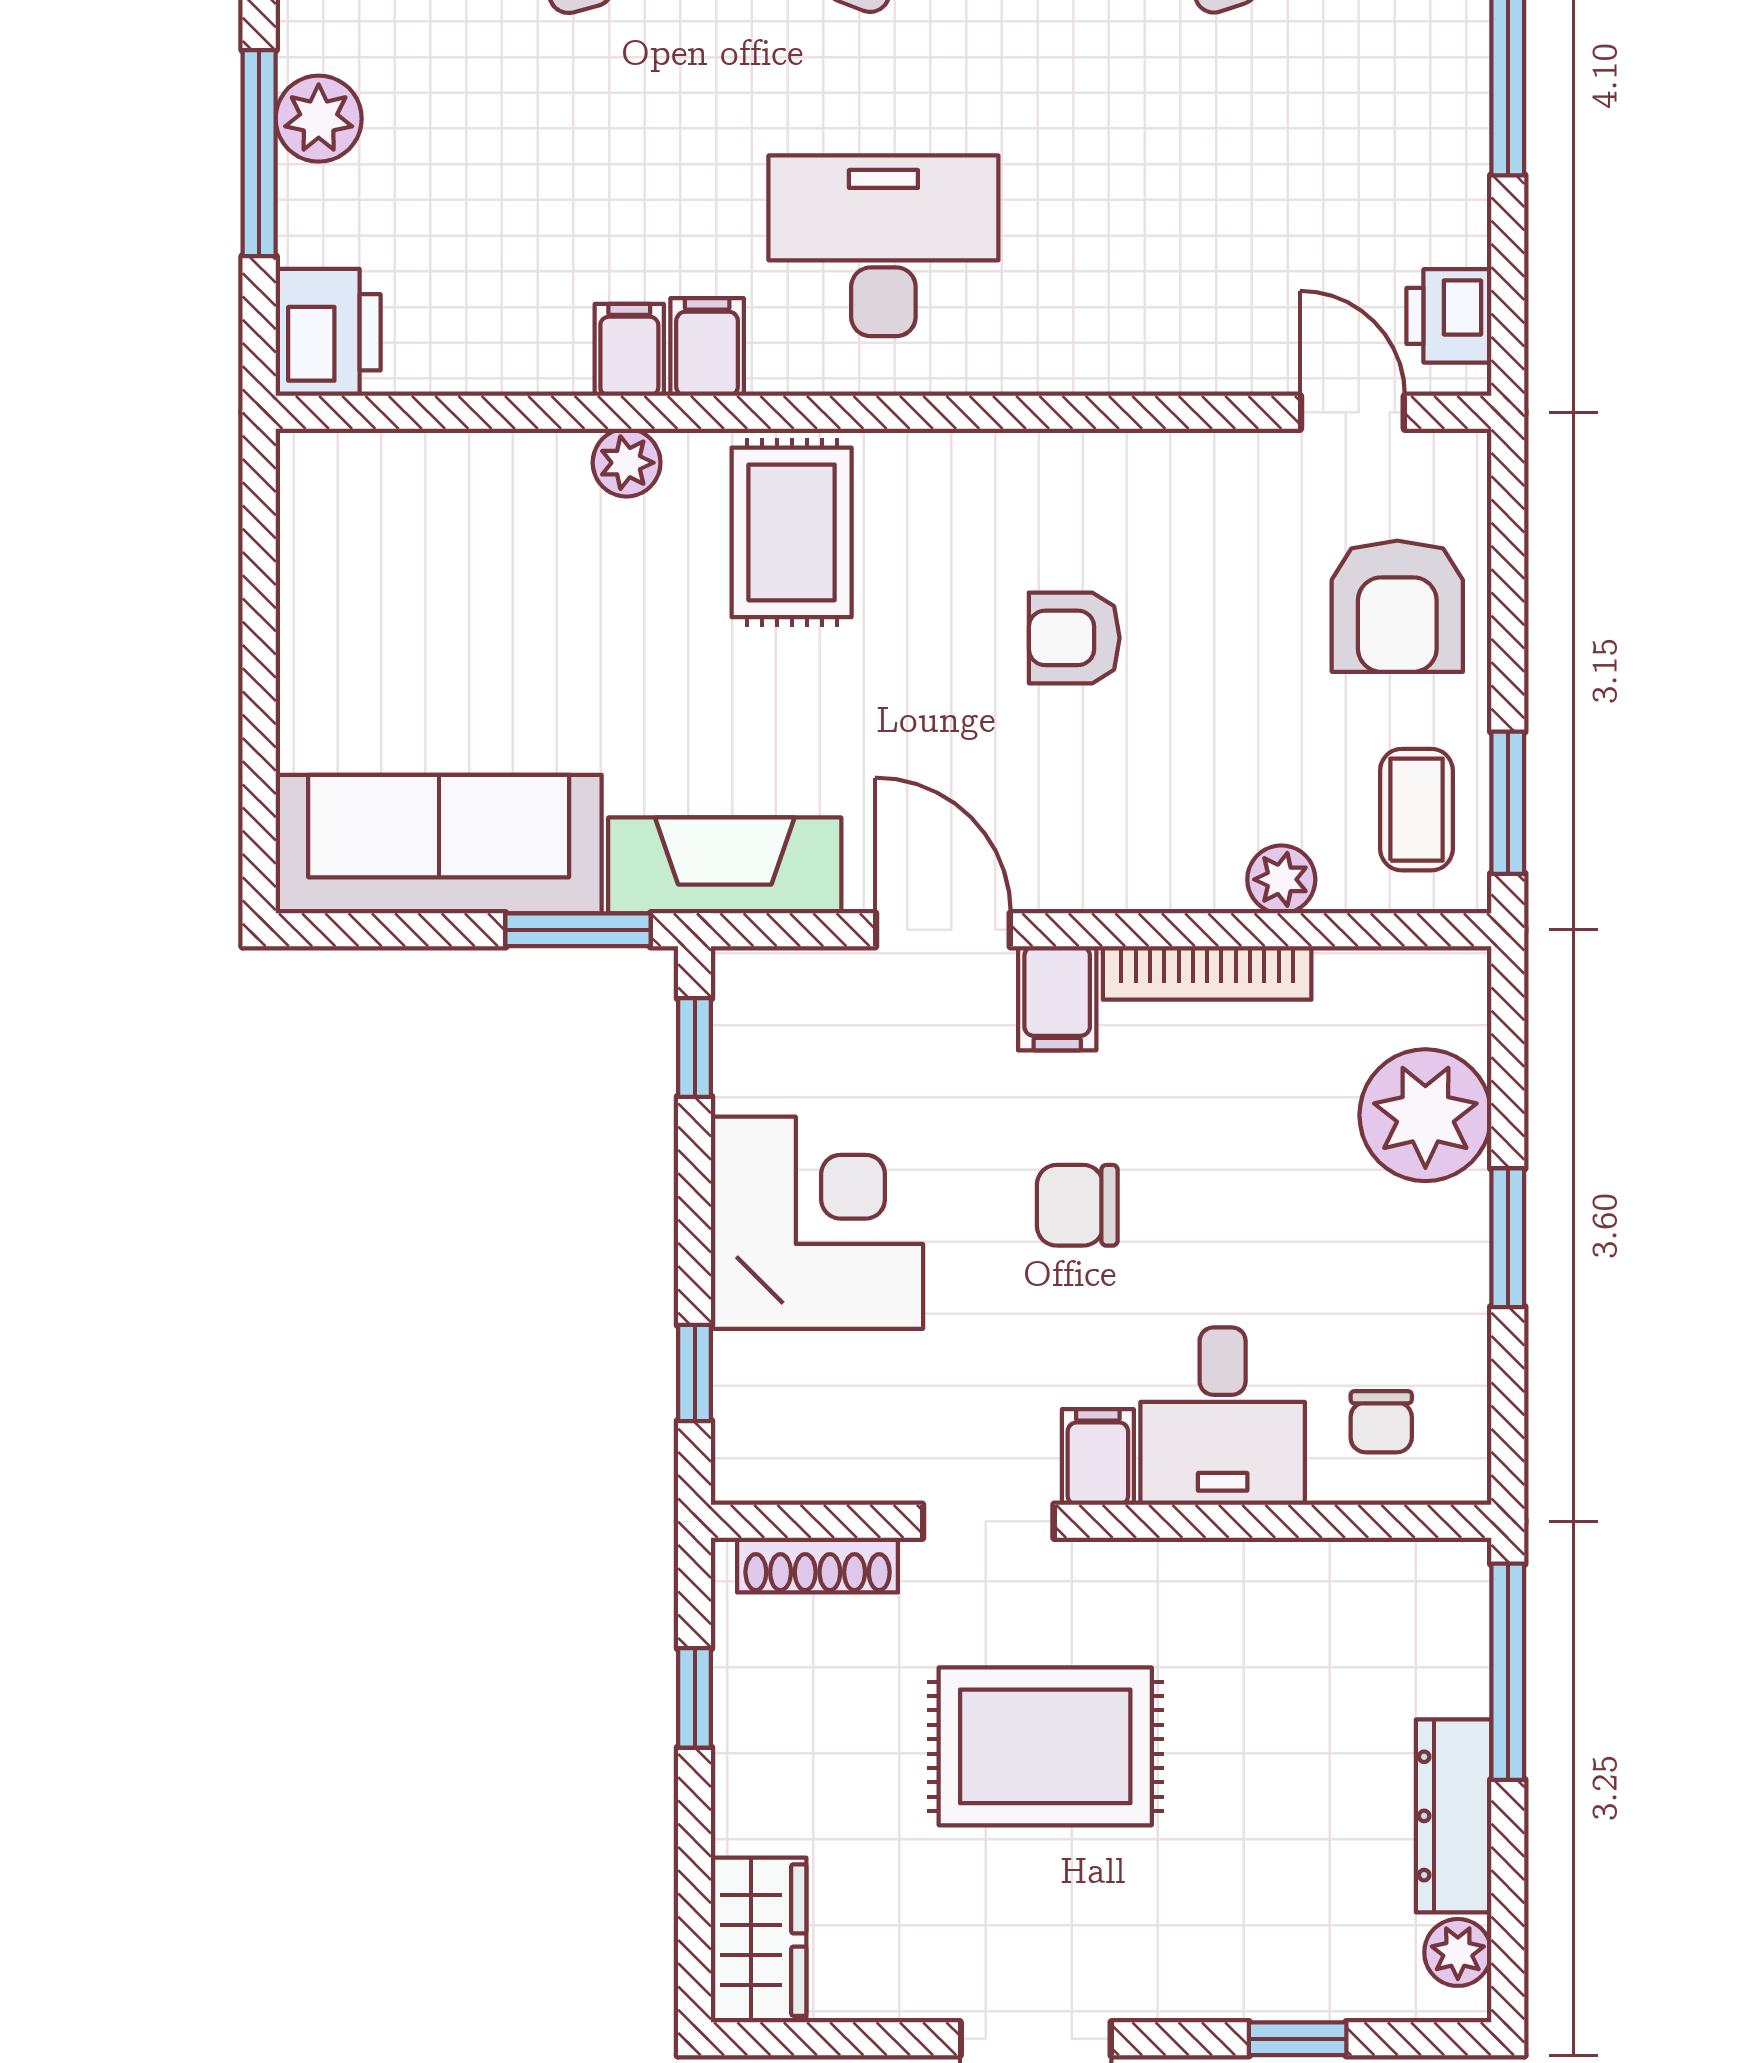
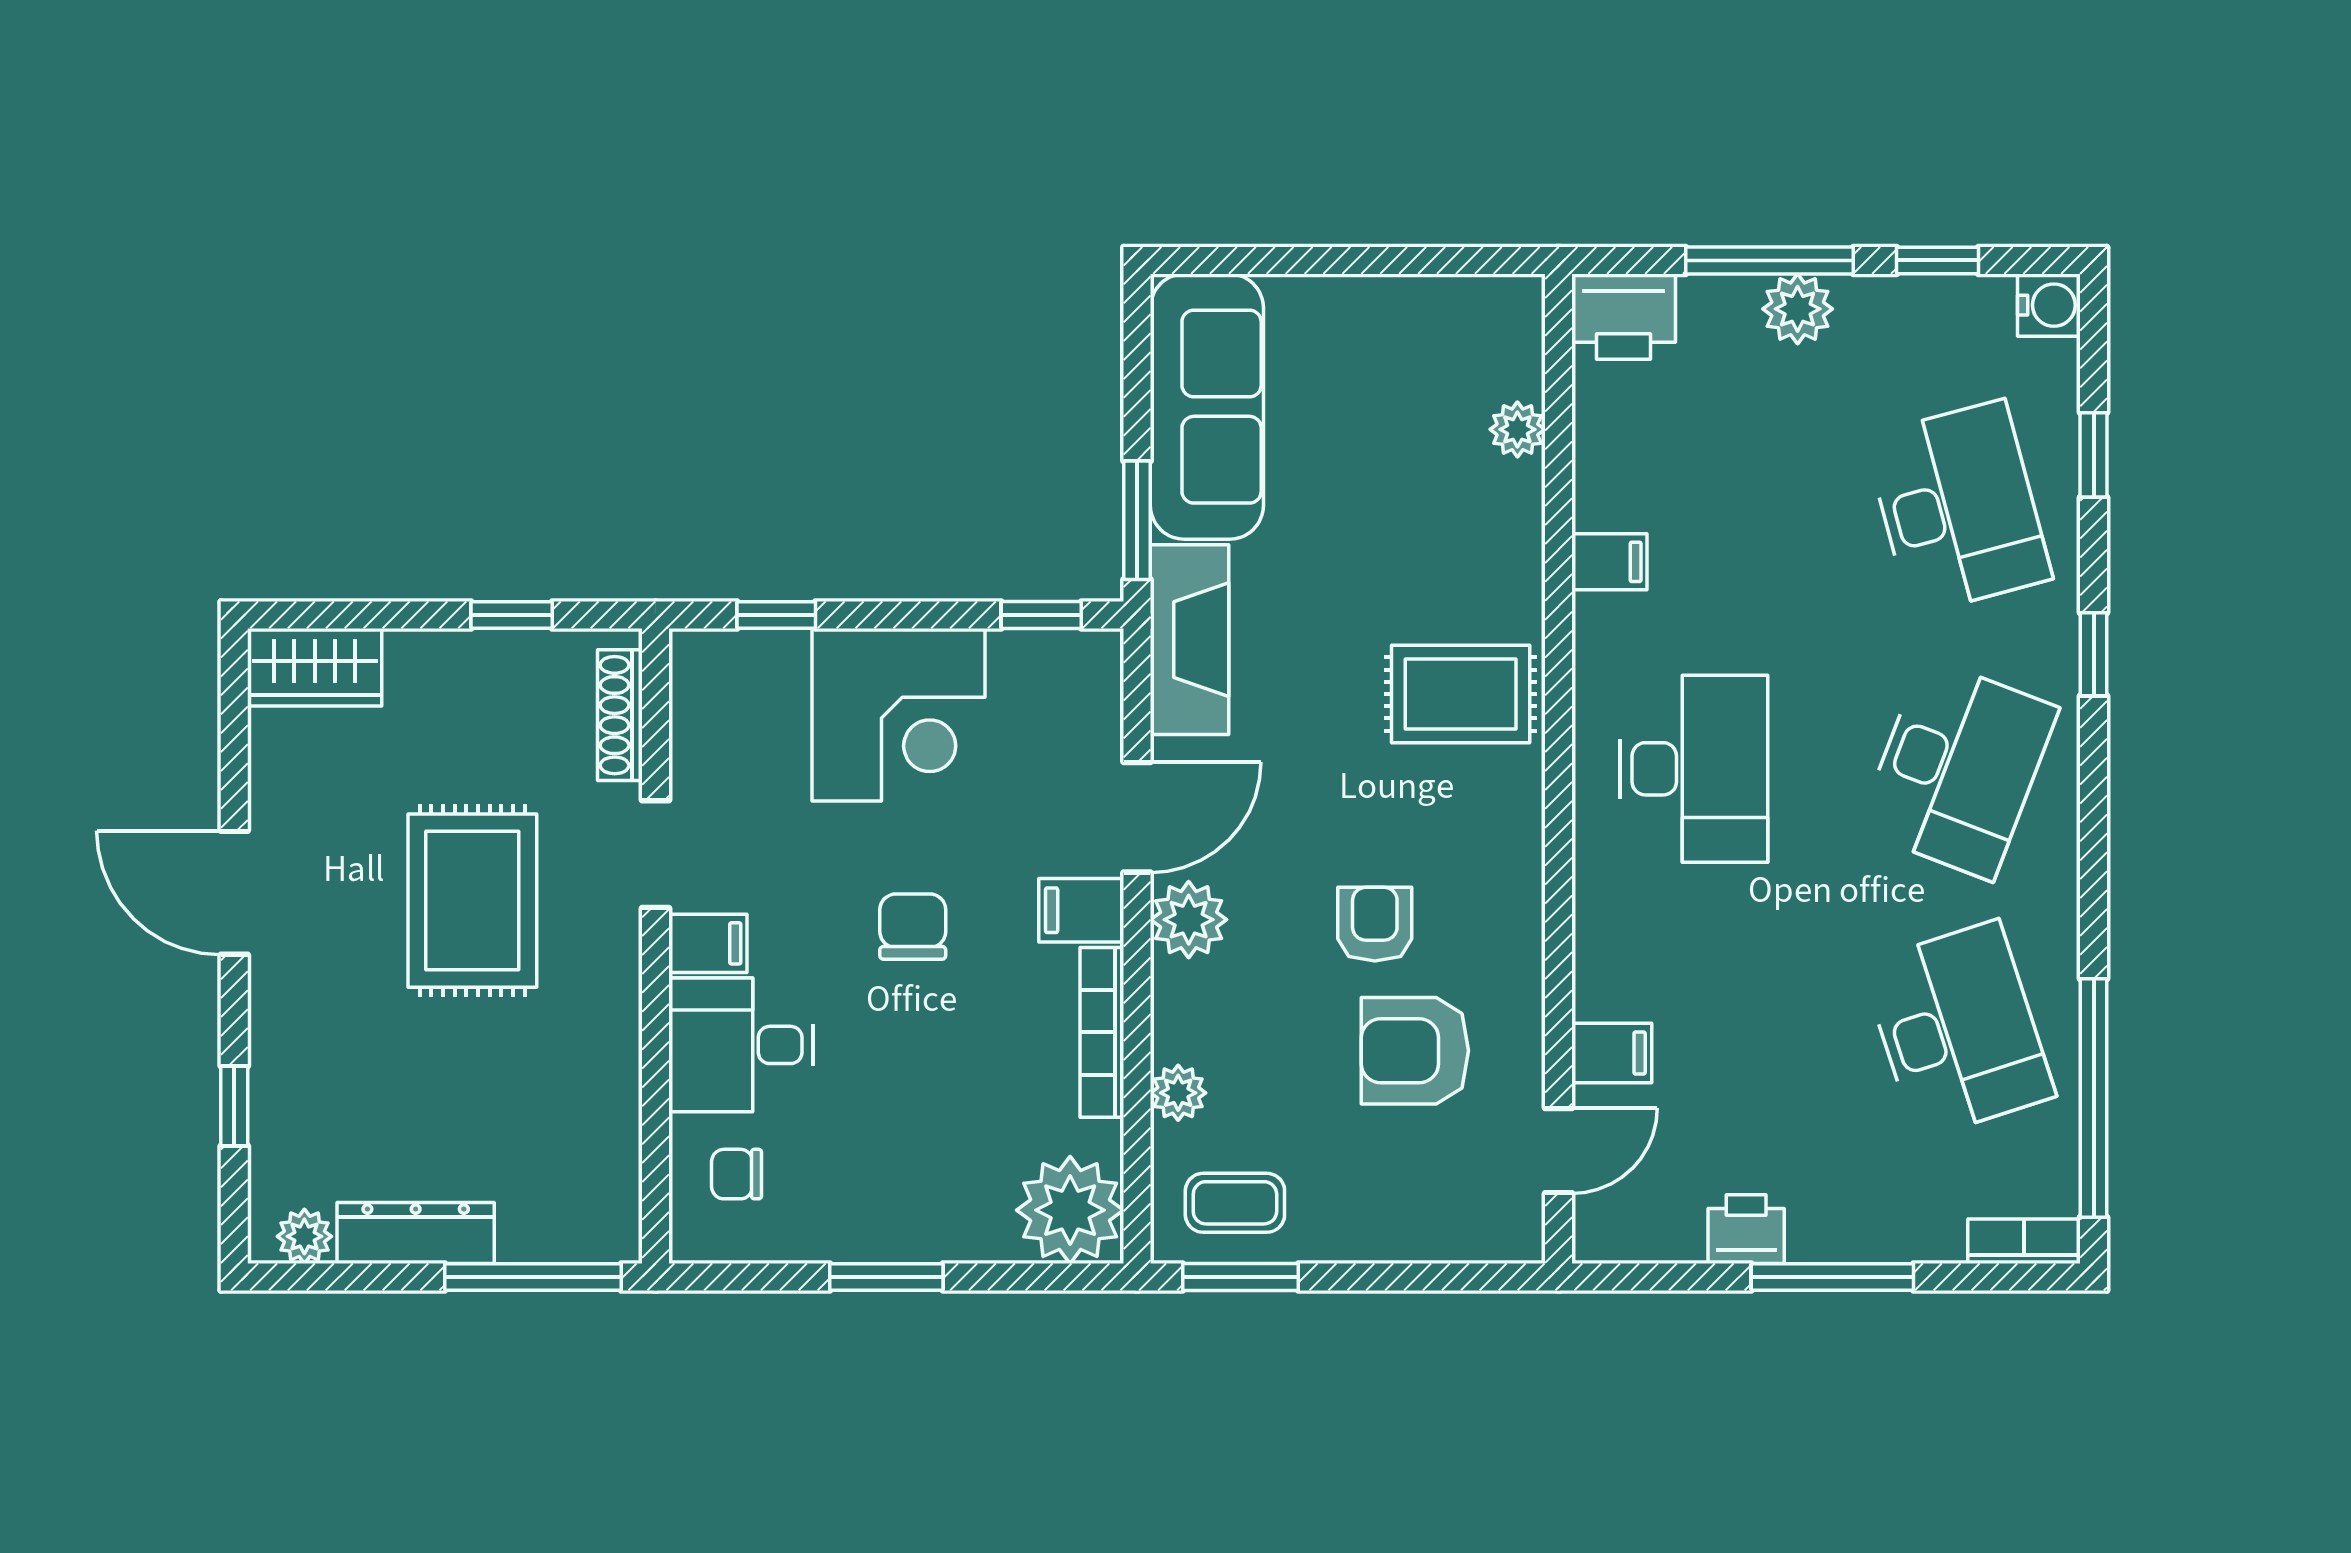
printer: (1449, 316) -> (1746, 1229), moved
filing cabinet: (707, 347) -> (1612, 1053), moved
plant: (627, 463) -> (1517, 429), moved
armchair: (1397, 606) -> (1415, 1051), moved
plant: (1069, 867) -> (1189, 920), added
plant: (1425, 1115) -> (1070, 1210), moved

